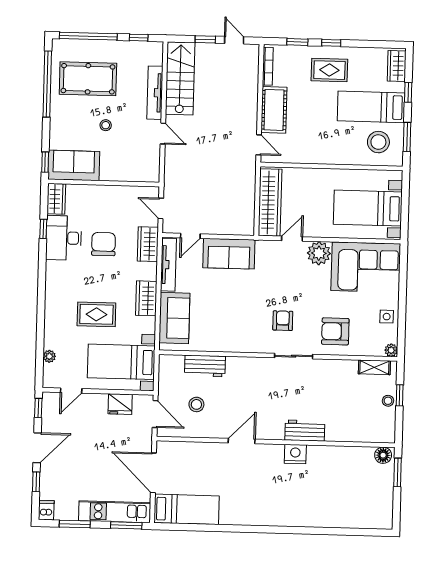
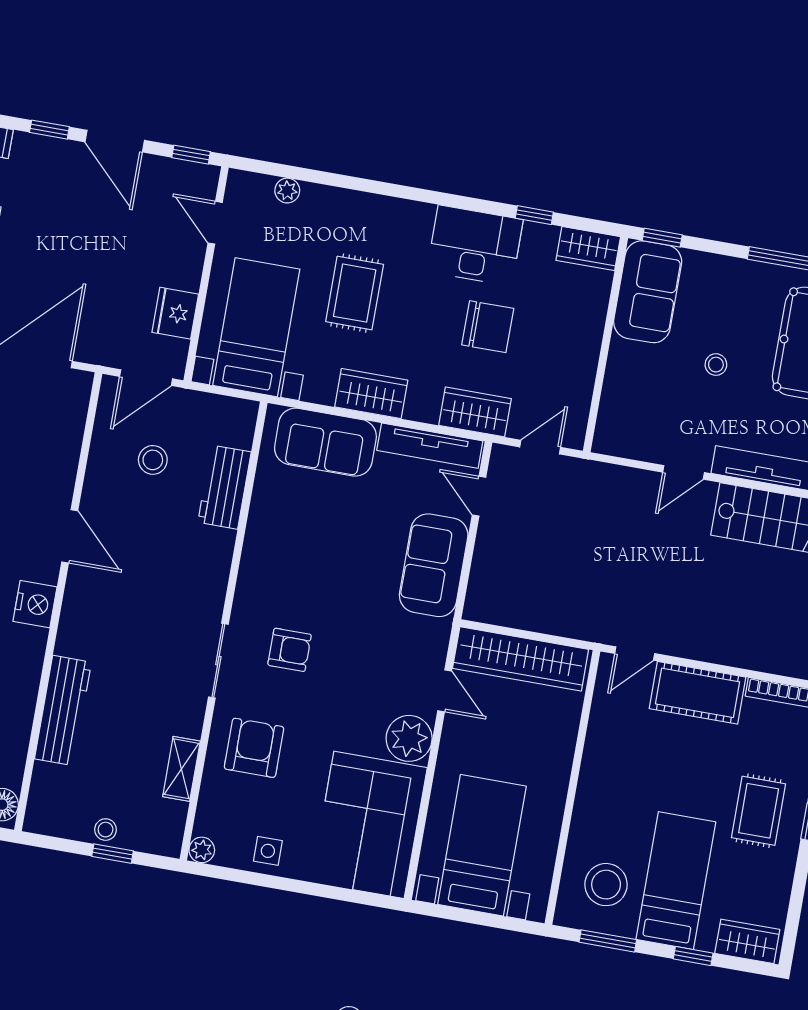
desk: (64, 238) -> (475, 246), moved
shelving: (374, 367) -> (181, 769), moved
workbench: (305, 431) -> (63, 710), moved, width x1.38
nightstand: (295, 454) -> (35, 604), moved

